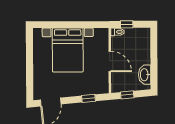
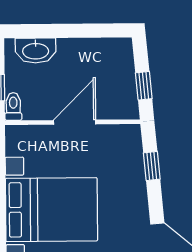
washbasin: (145, 75) -> (36, 51), moved

